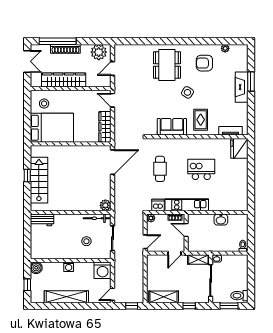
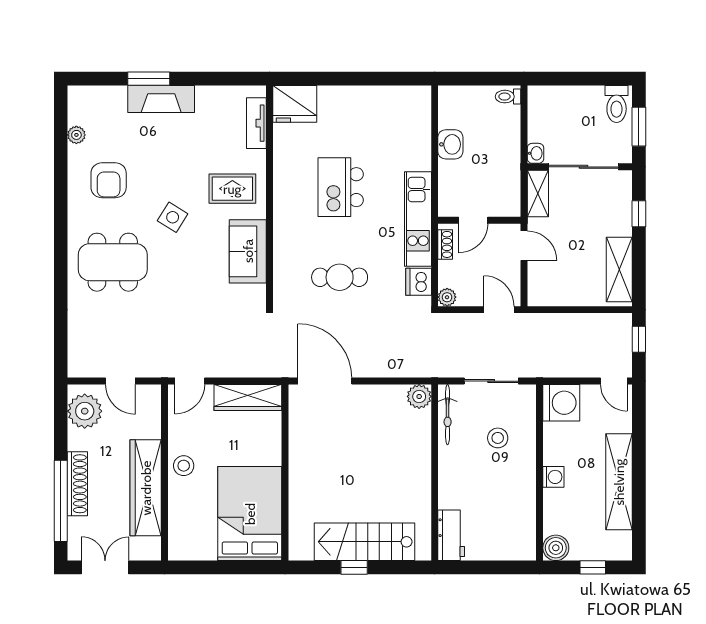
stool: (44, 104) -> (184, 466), moved

